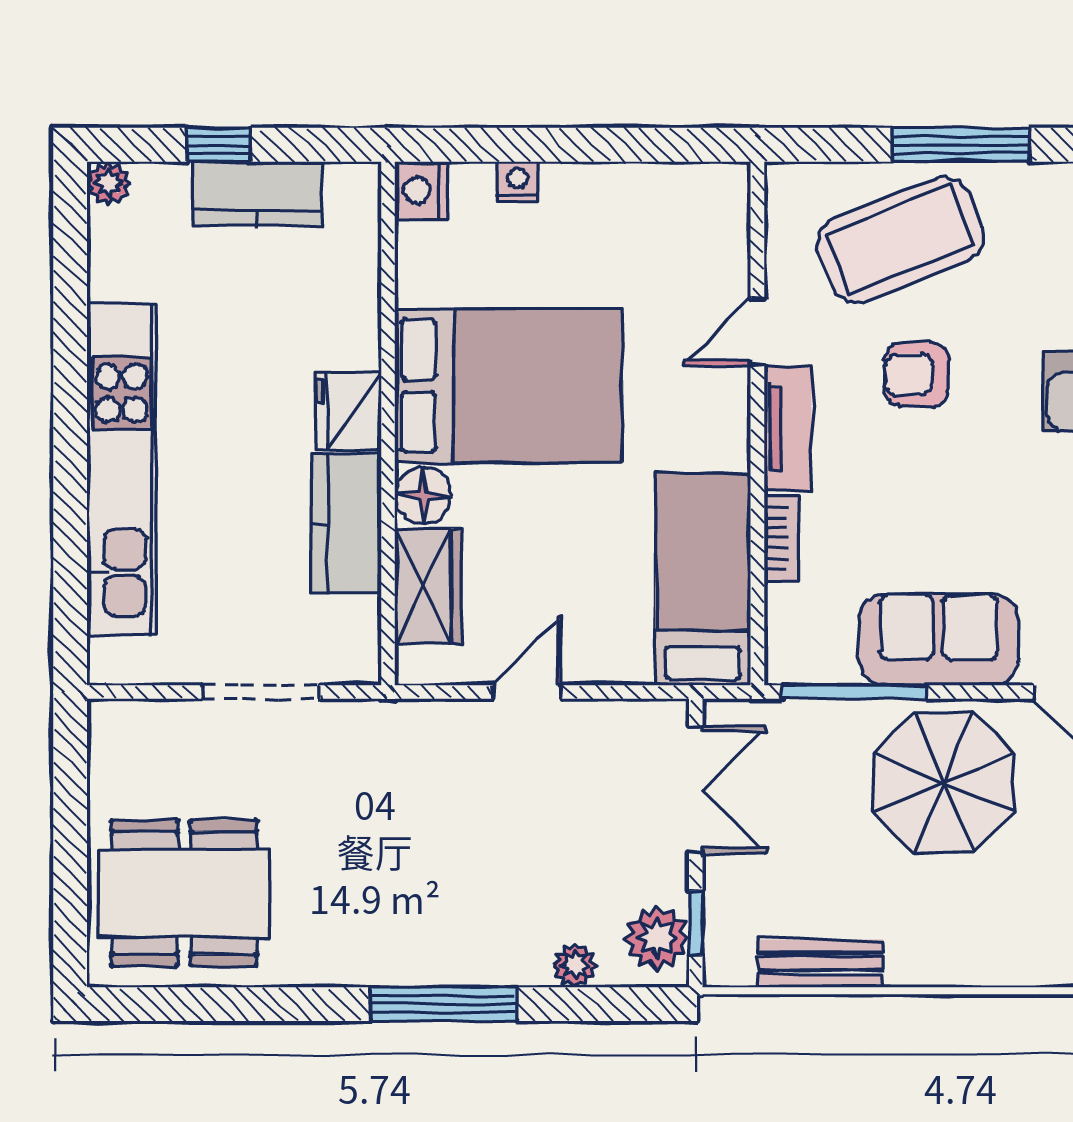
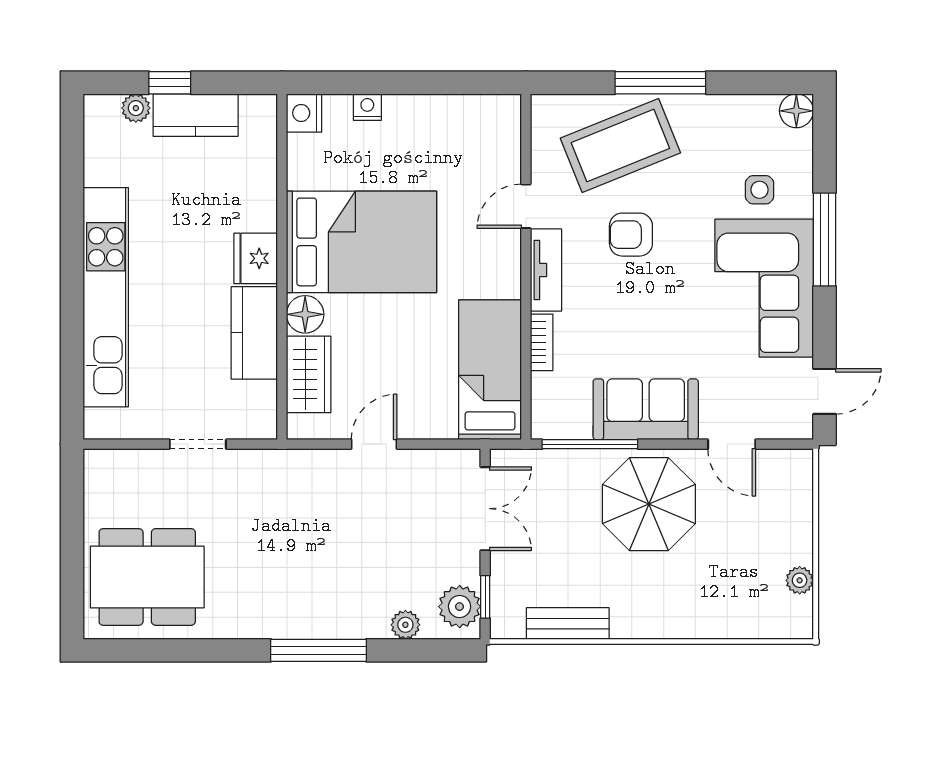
plant: (109, 183) -> (136, 108), moved
doorway: (261, 692) -> (198, 444), width x0.73

